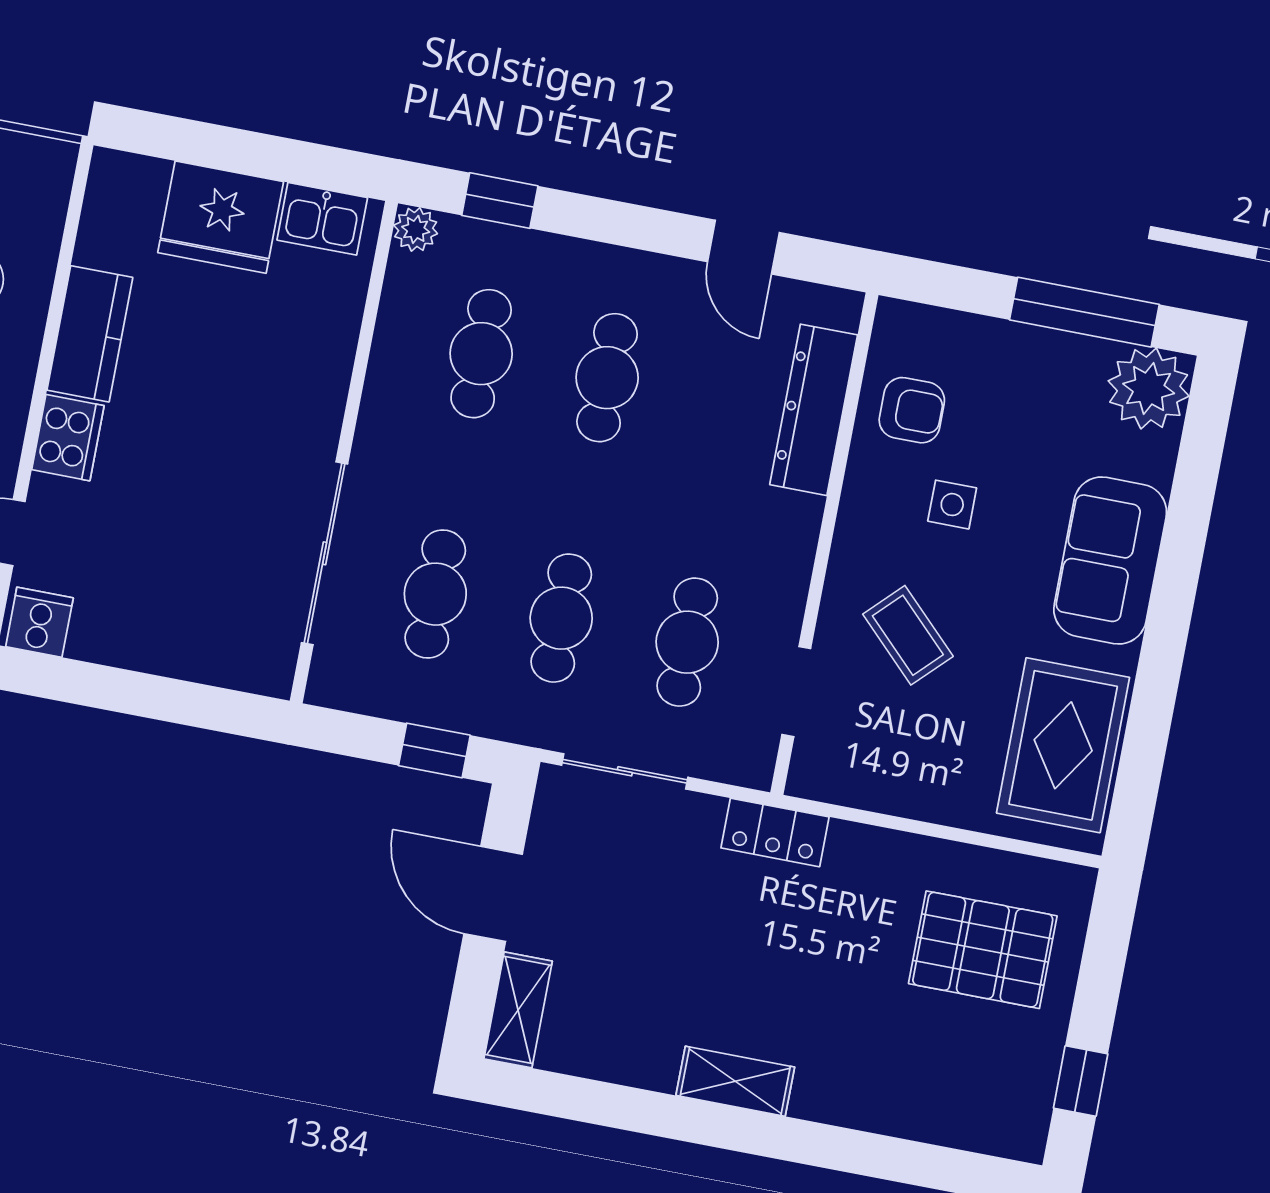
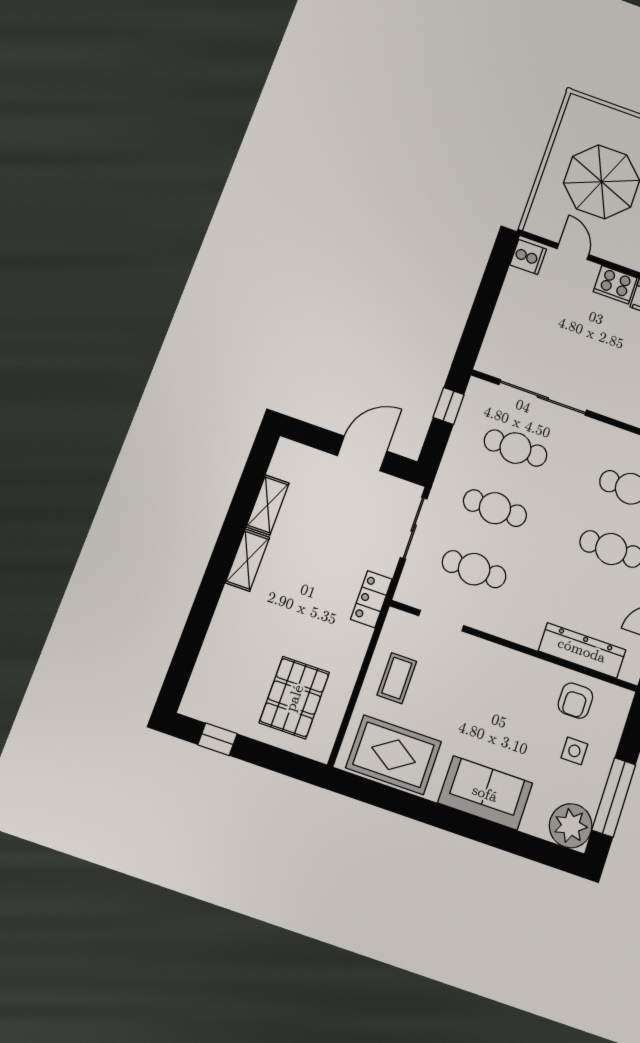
side table: (952, 505) -> (574, 751), moved
coffee table: (908, 635) -> (397, 678), moved, turned -45
window: (434, 750) -> (449, 406), moved
shelving: (518, 1010) -> (268, 505), moved, turned 90

